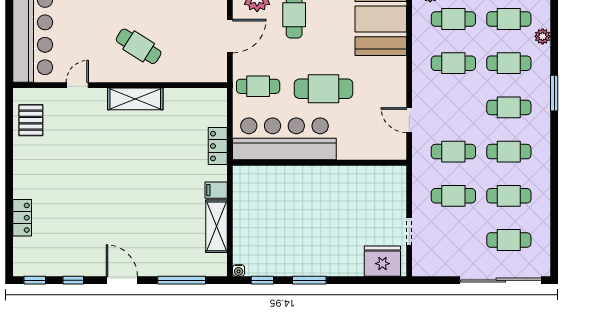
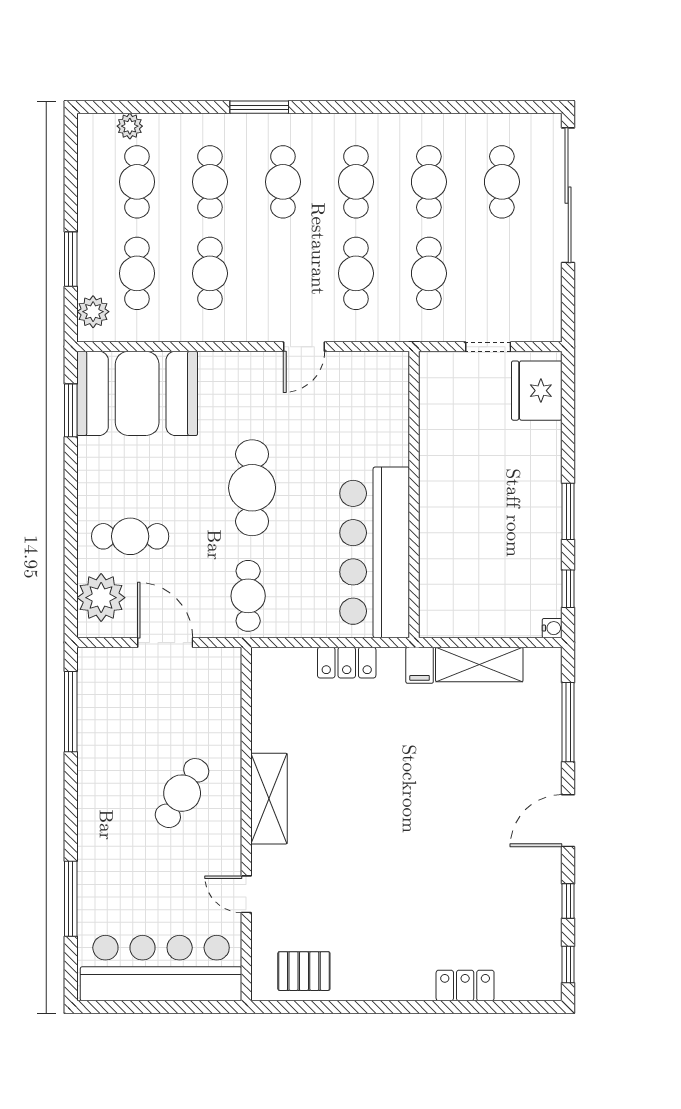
plant: (543, 36) -> (130, 126), moved
bar counter: (284, 139) -> (375, 552), moved
wall: (319, 163) -> (414, 495), moved

